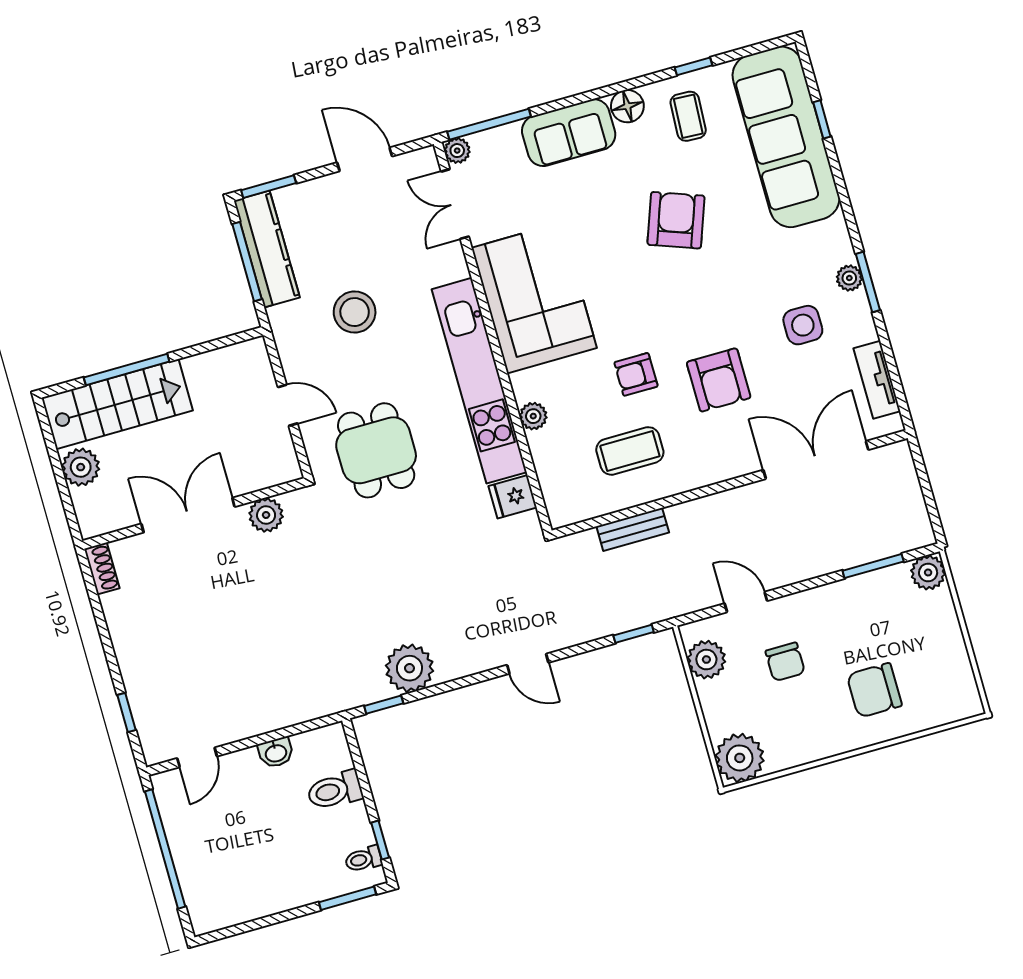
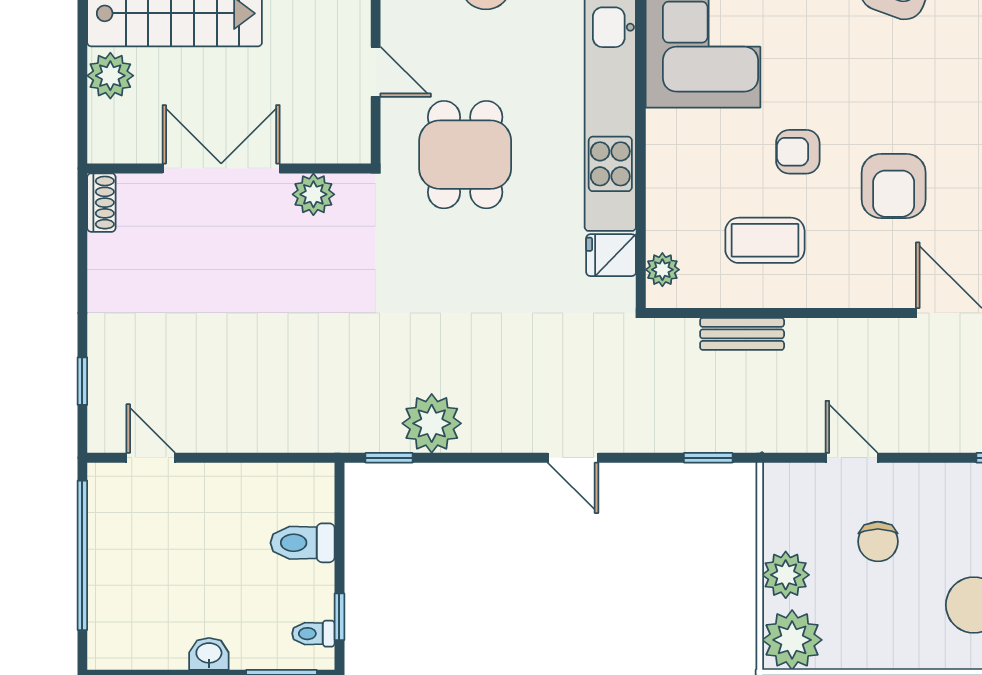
plant: (533, 416) -> (662, 270), moved
plant: (706, 660) -> (786, 575), moved
washbasin: (276, 753) -> (209, 654), moved, turned 180
door: (197, 757) -> (151, 458), swing flipped

